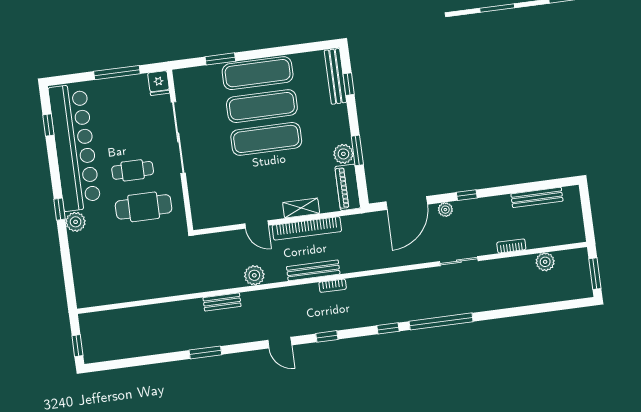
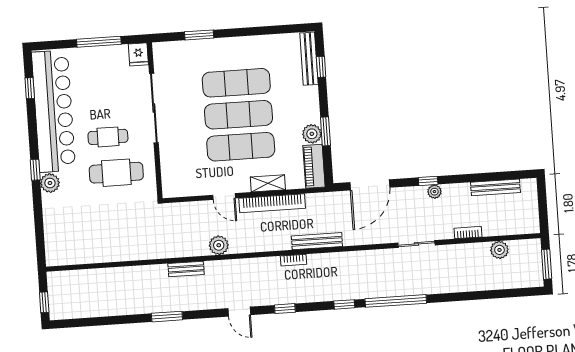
exercise mat: (258, 73) -> (241, 147), moved
plant: (445, 210) -> (434, 192), moved
bench: (313, 270) -> (317, 241), moved

